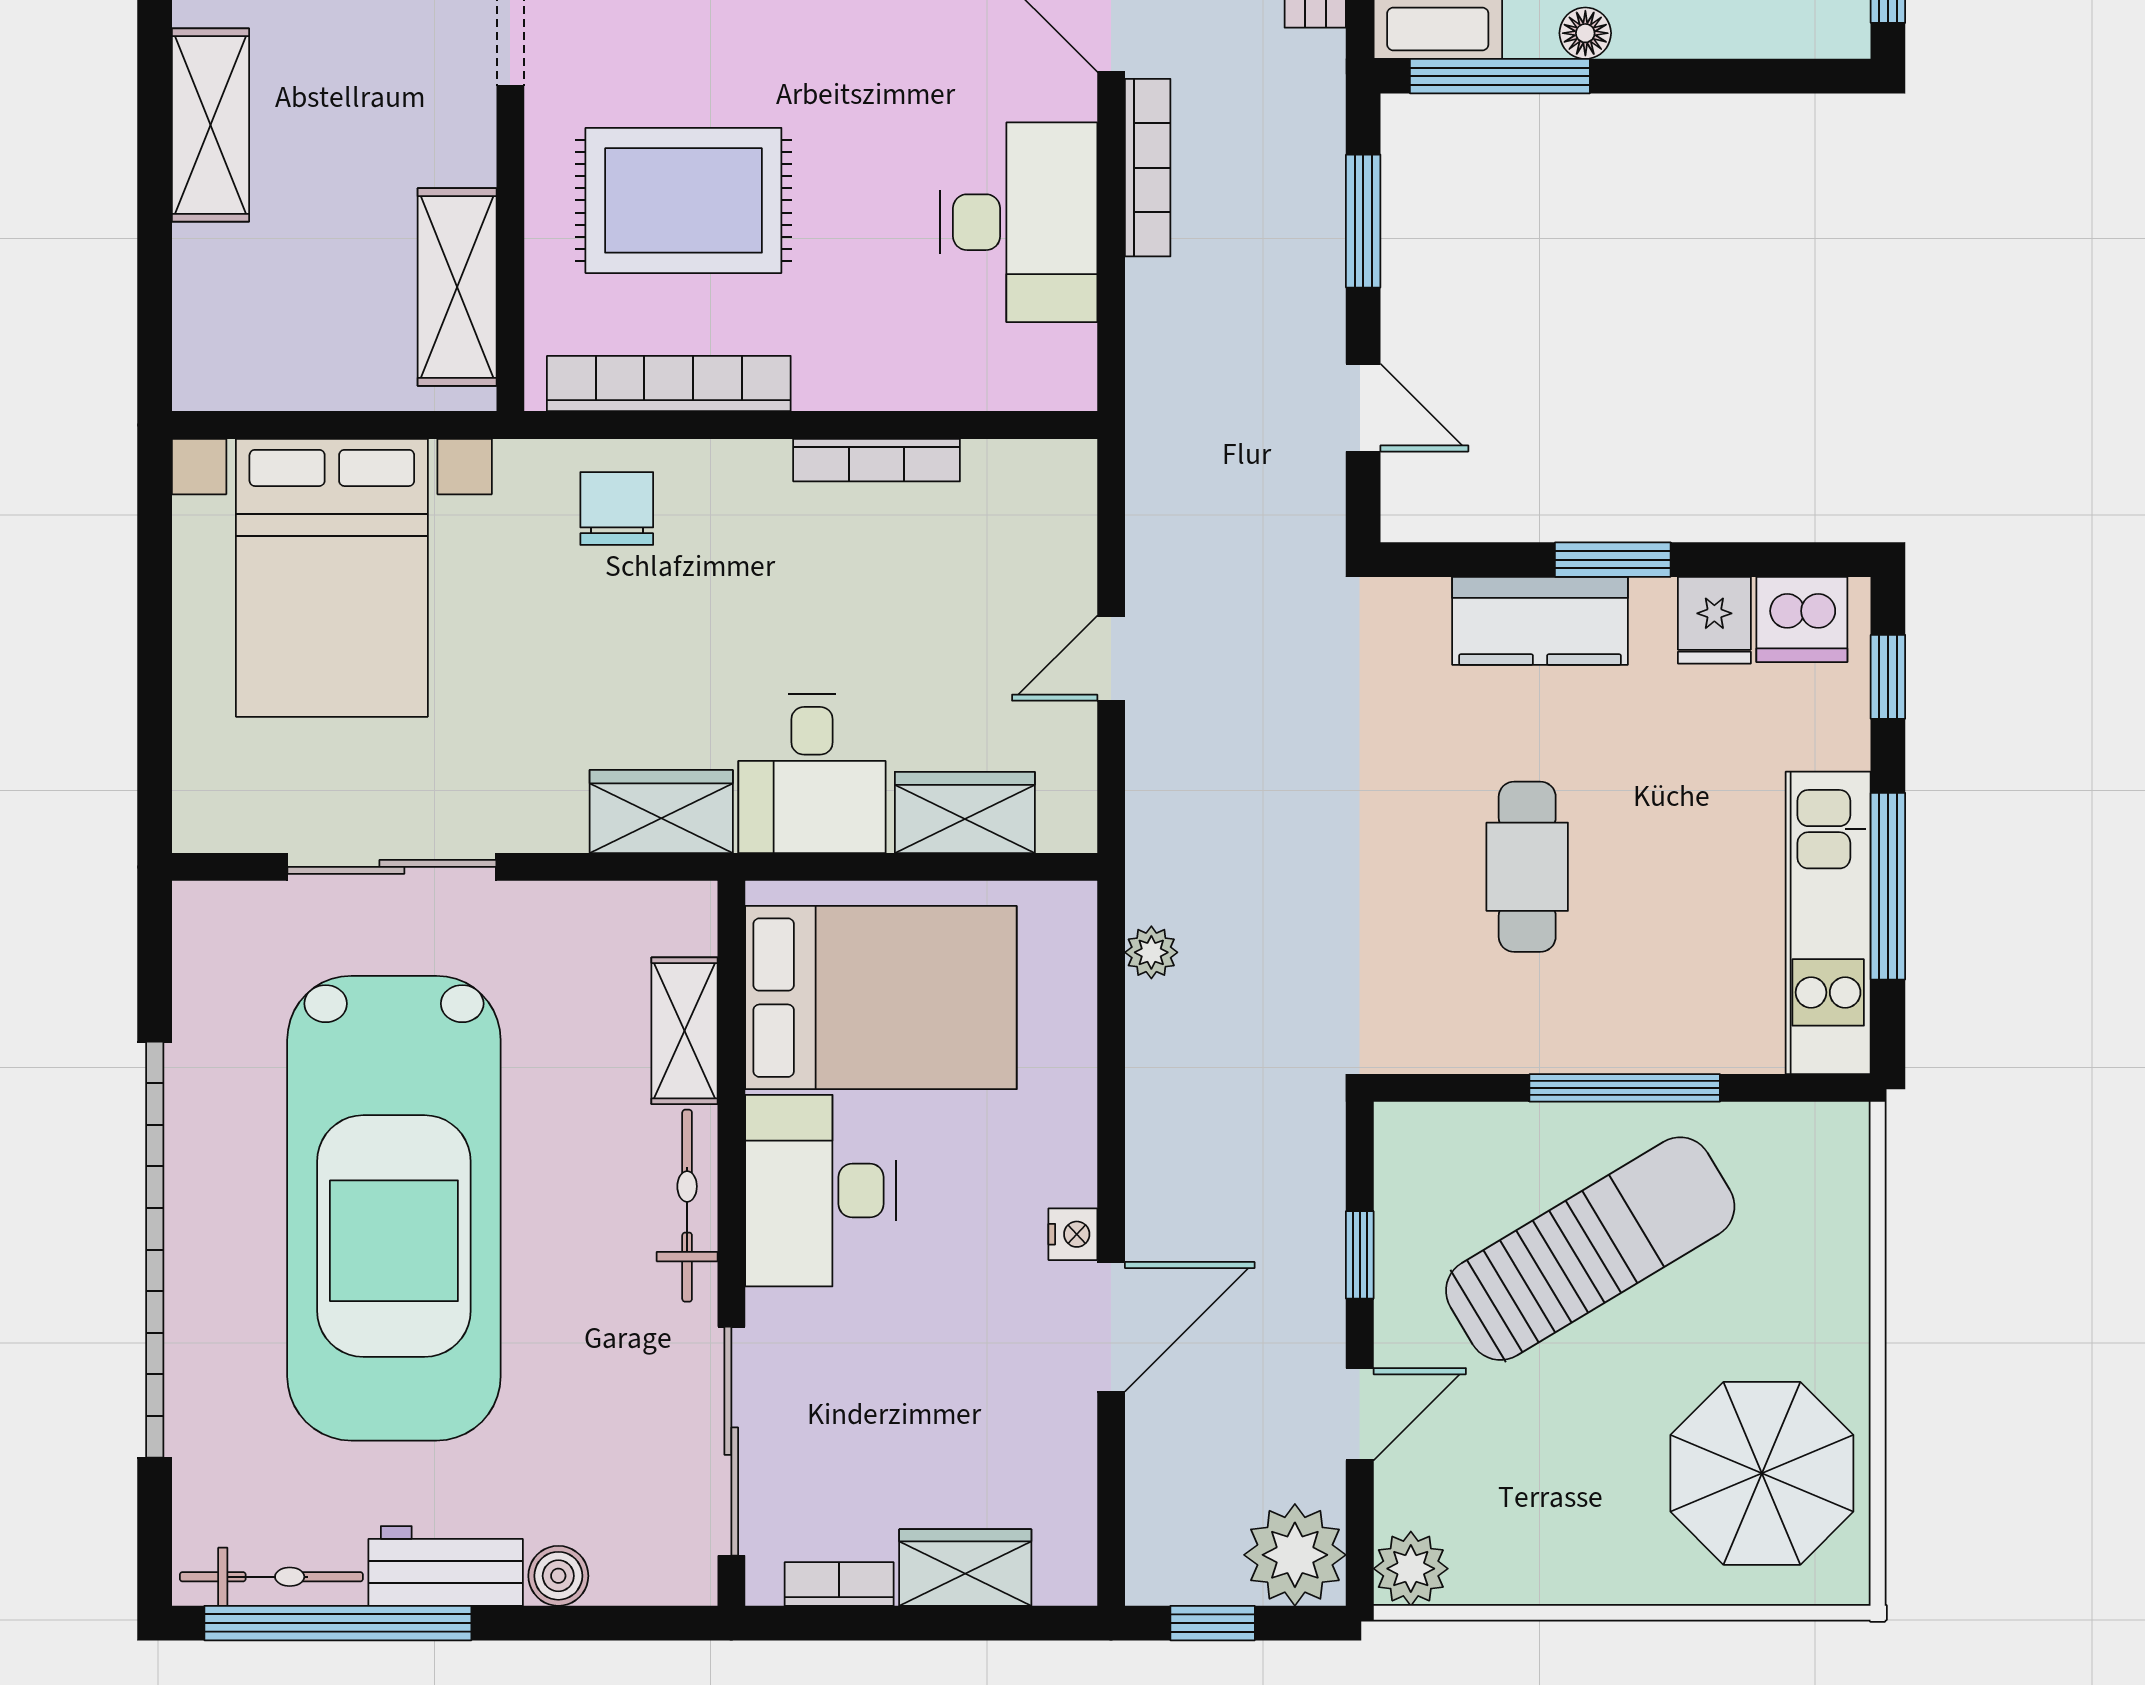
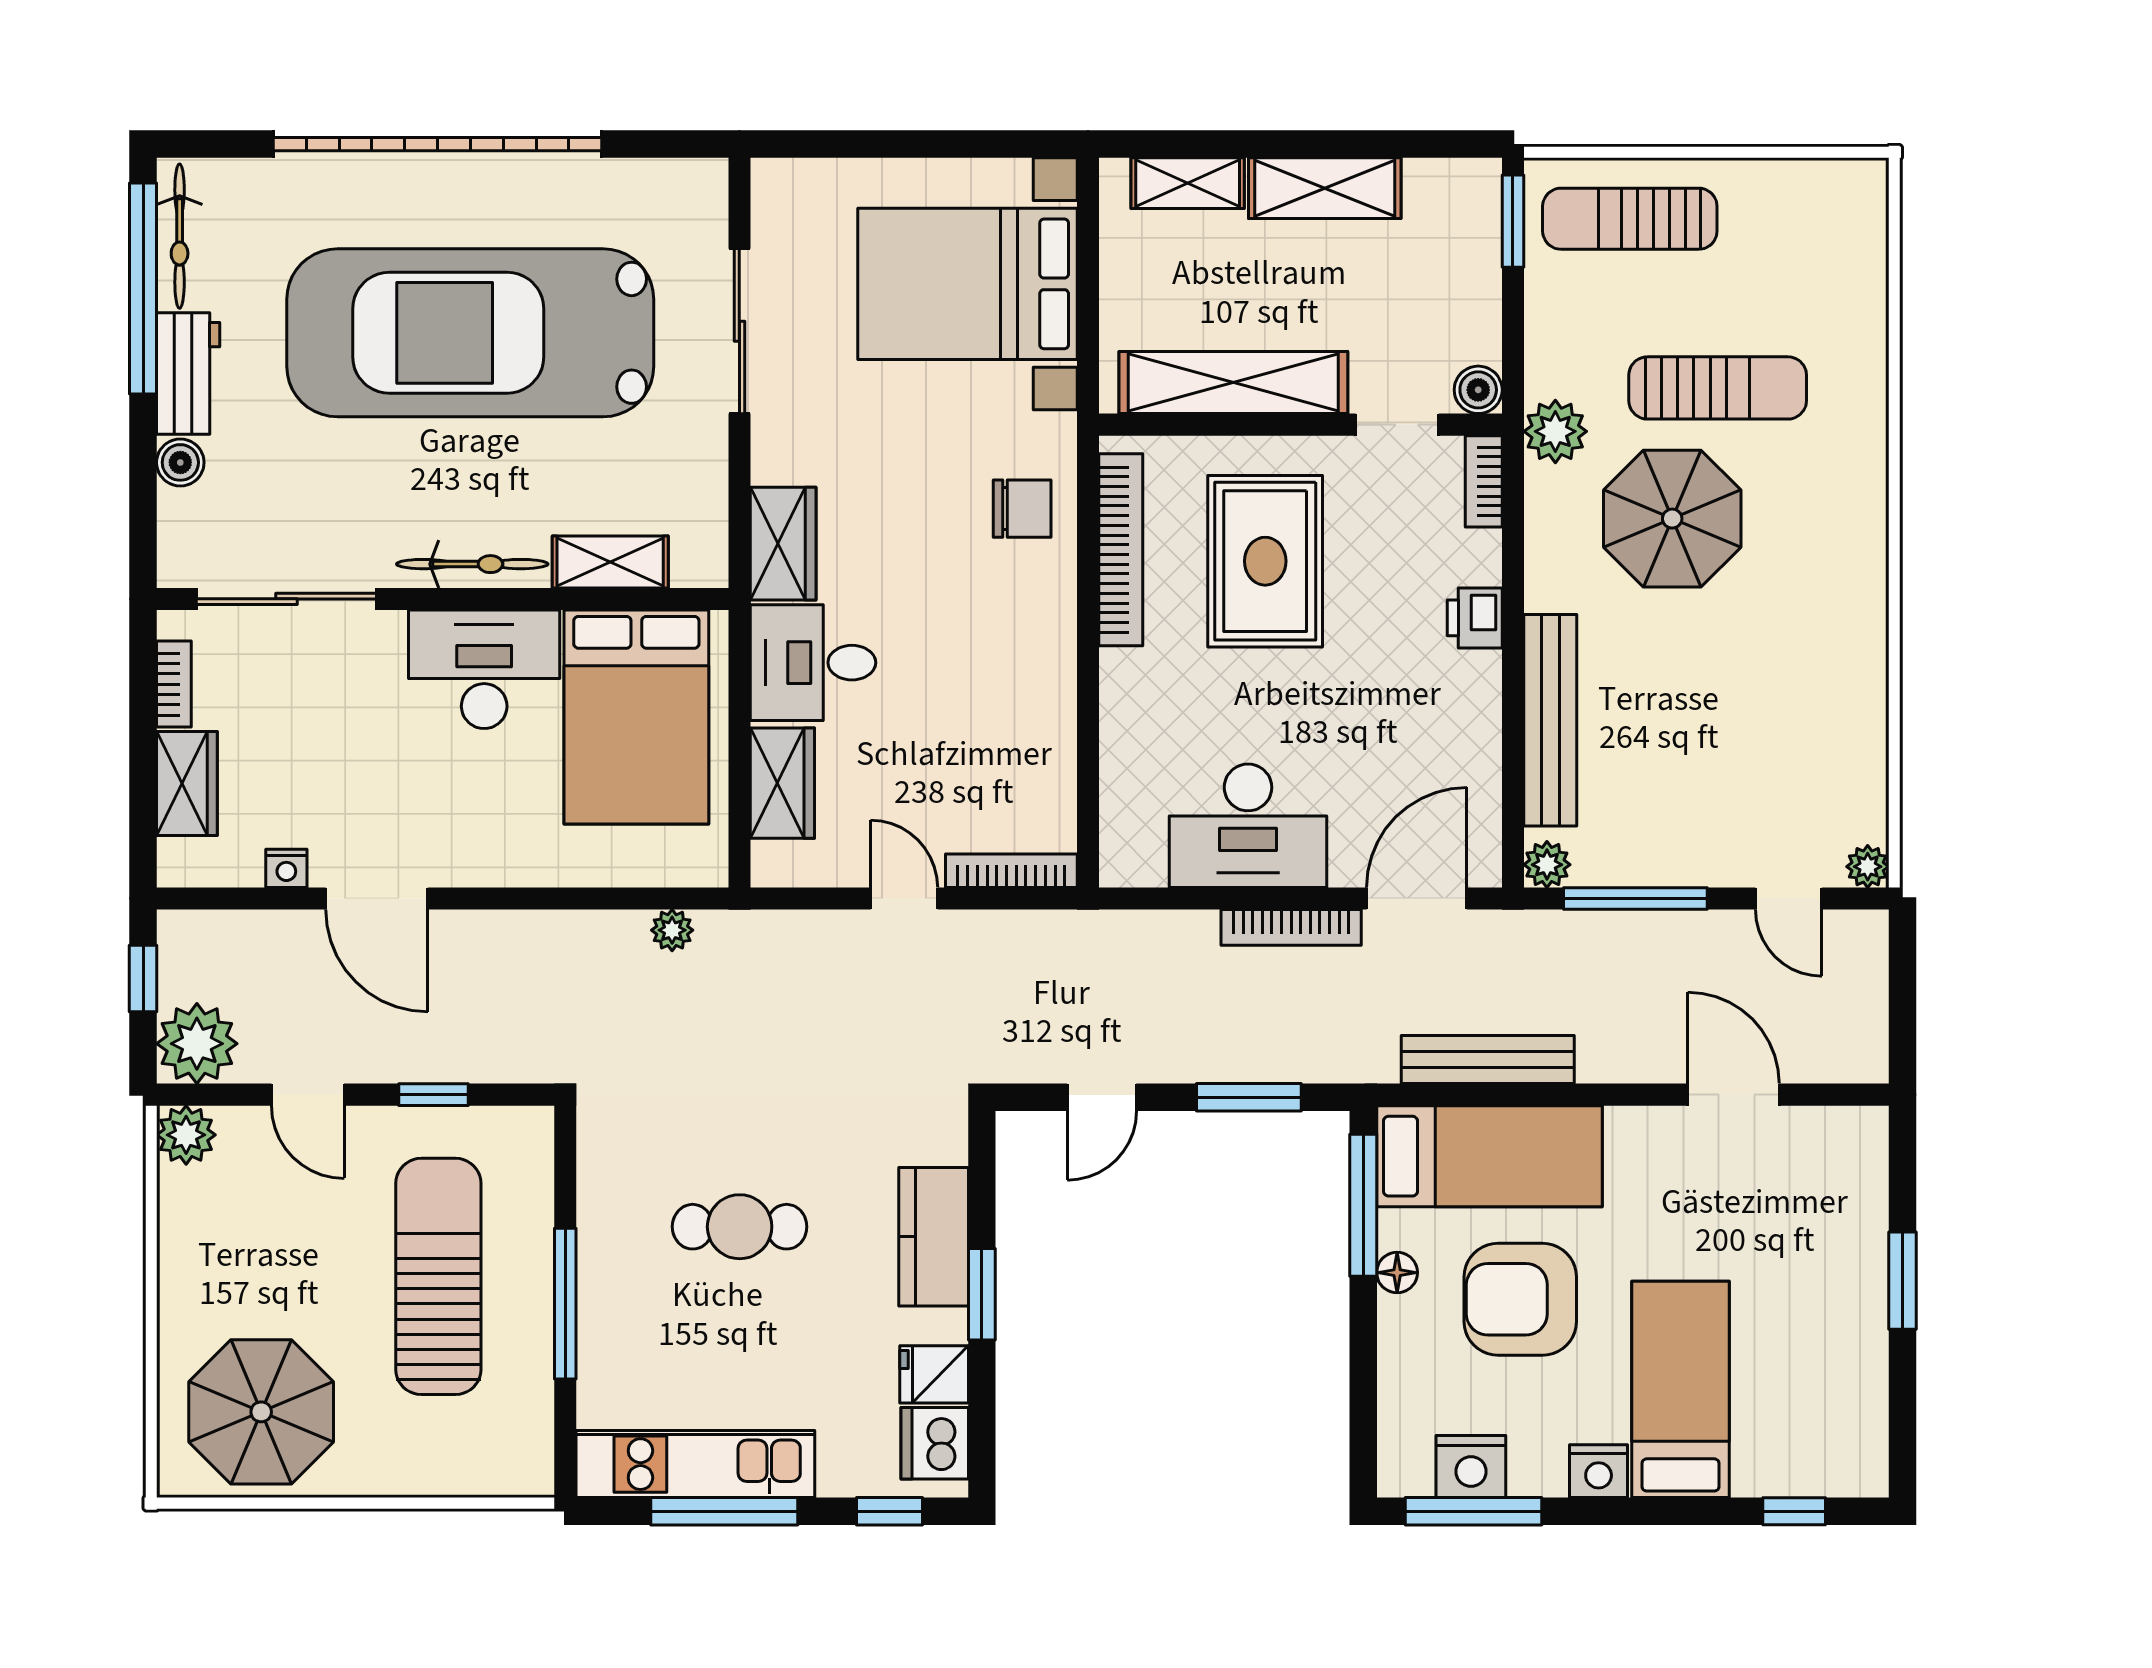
shelving: (457, 287) -> (1233, 383), width x1.47
shelving: (204, 299) -> (1188, 183), added
bookcase: (877, 460) -> (1011, 871), moved, turned 90
nightstand: (1073, 1234) -> (286, 868), moved
sun lounger: (1590, 1249) -> (438, 1276), turned -149

